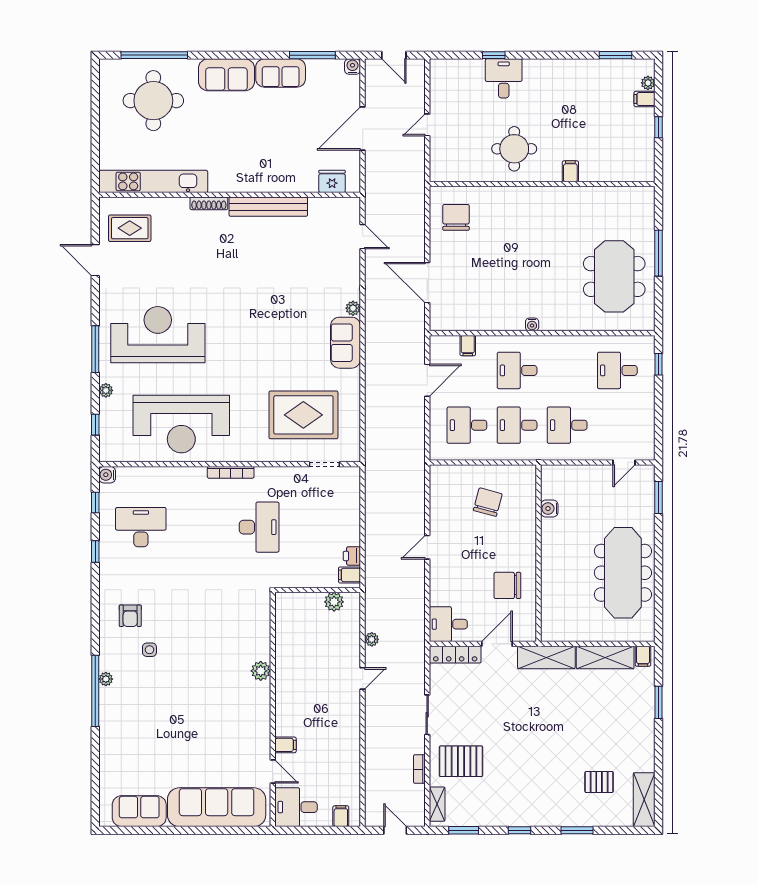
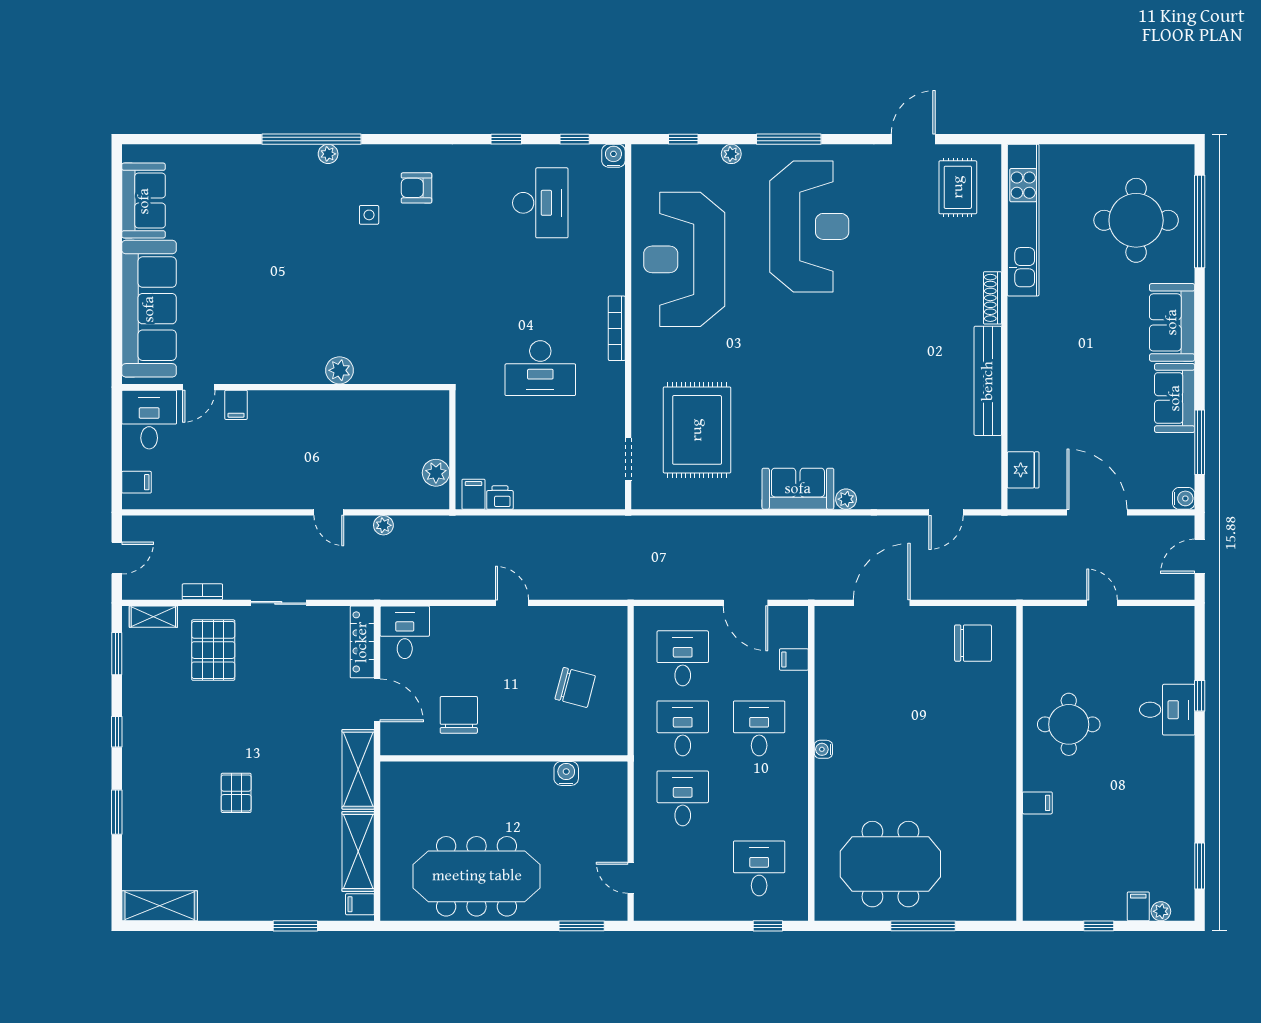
pallet: (599, 782) -> (236, 793), moved

